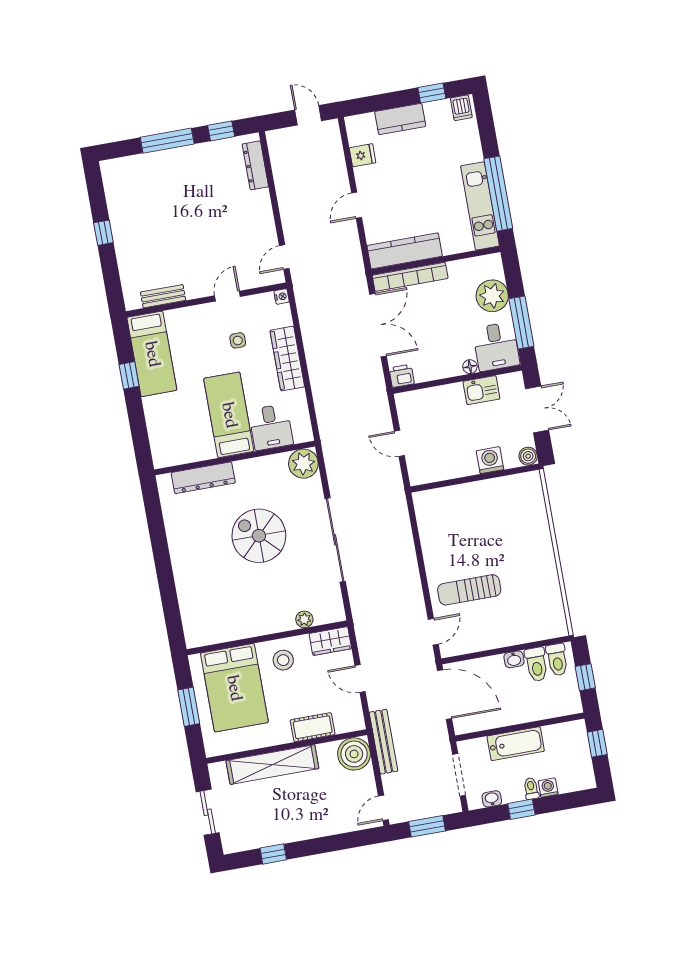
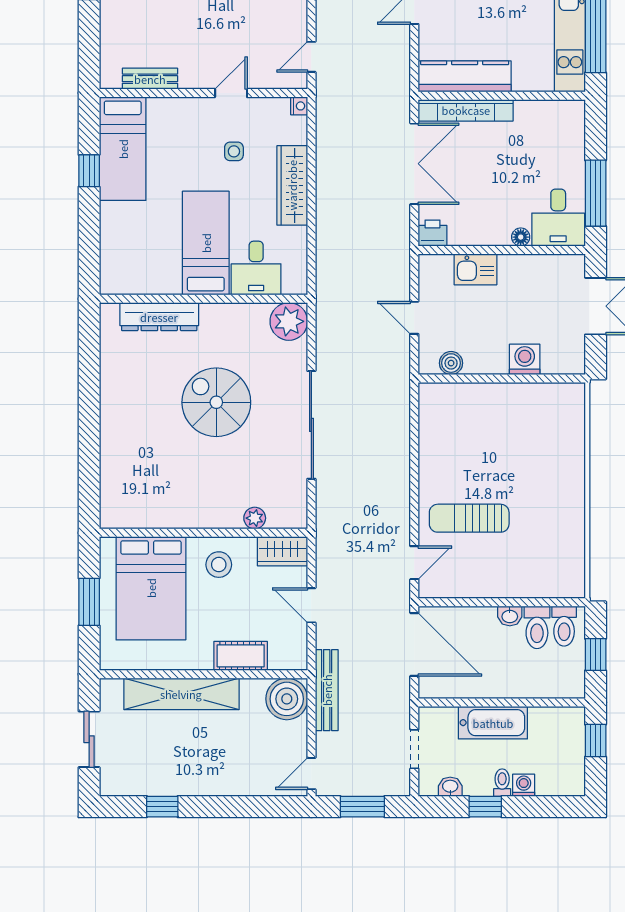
plant: (492, 296) -> (565, 153), removed
kitchen sink: (481, 390) -> (475, 269), moved
boiler: (528, 456) -> (451, 363), moved
doorway: (459, 775) -> (414, 749), width x0.73

